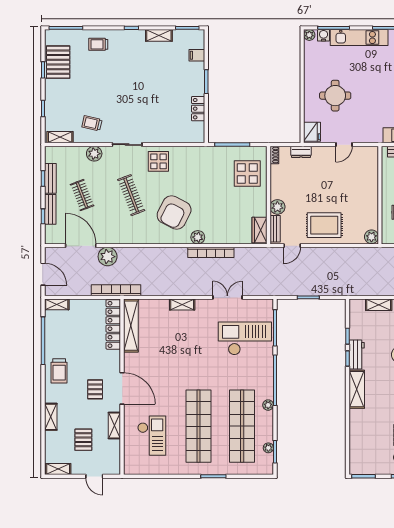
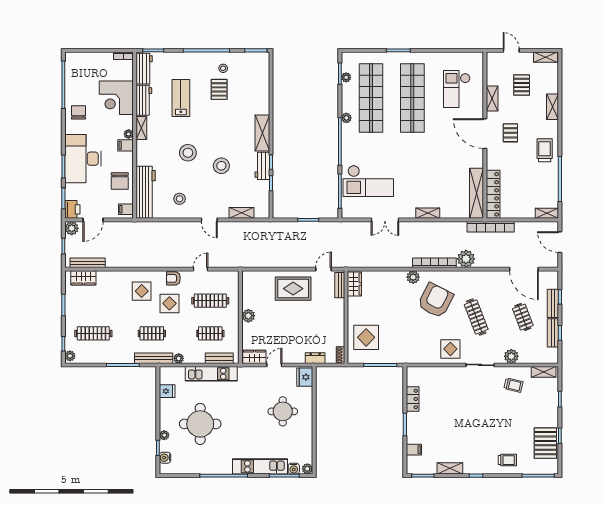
wardrobe: (365, 153) -> (254, 357), added
plant: (277, 207) -> (337, 306), removed
plant: (371, 237) -> (248, 316), moved
bookcase: (211, 252) -> (434, 263), moved
plant: (108, 257) -> (466, 259), moved

